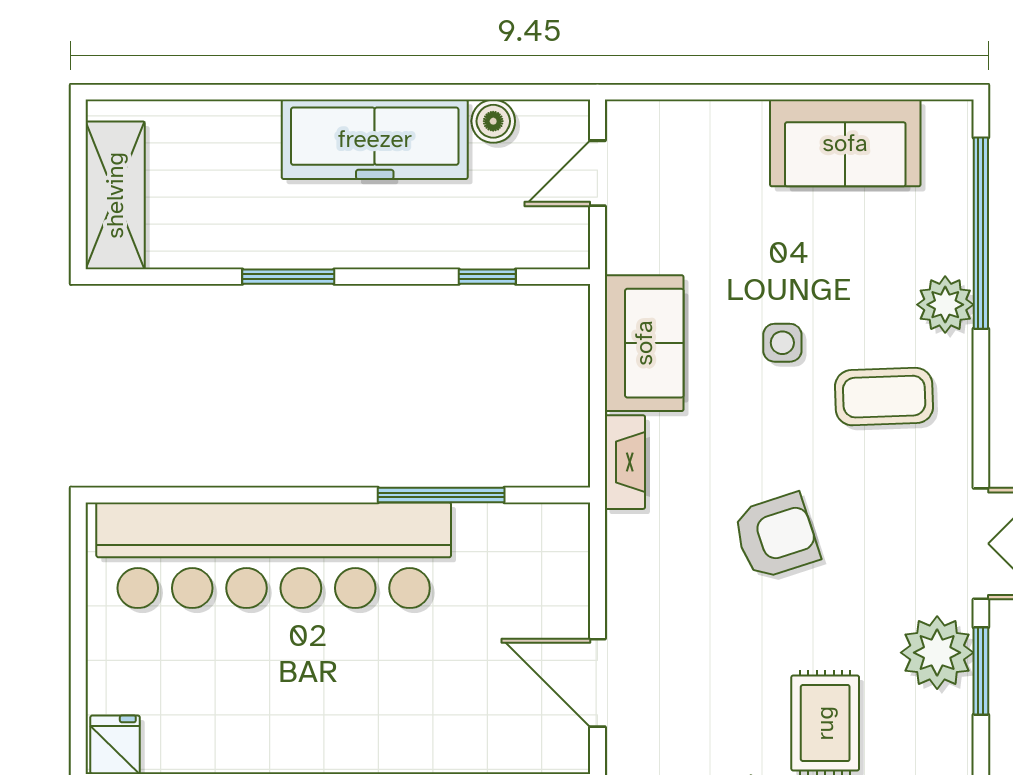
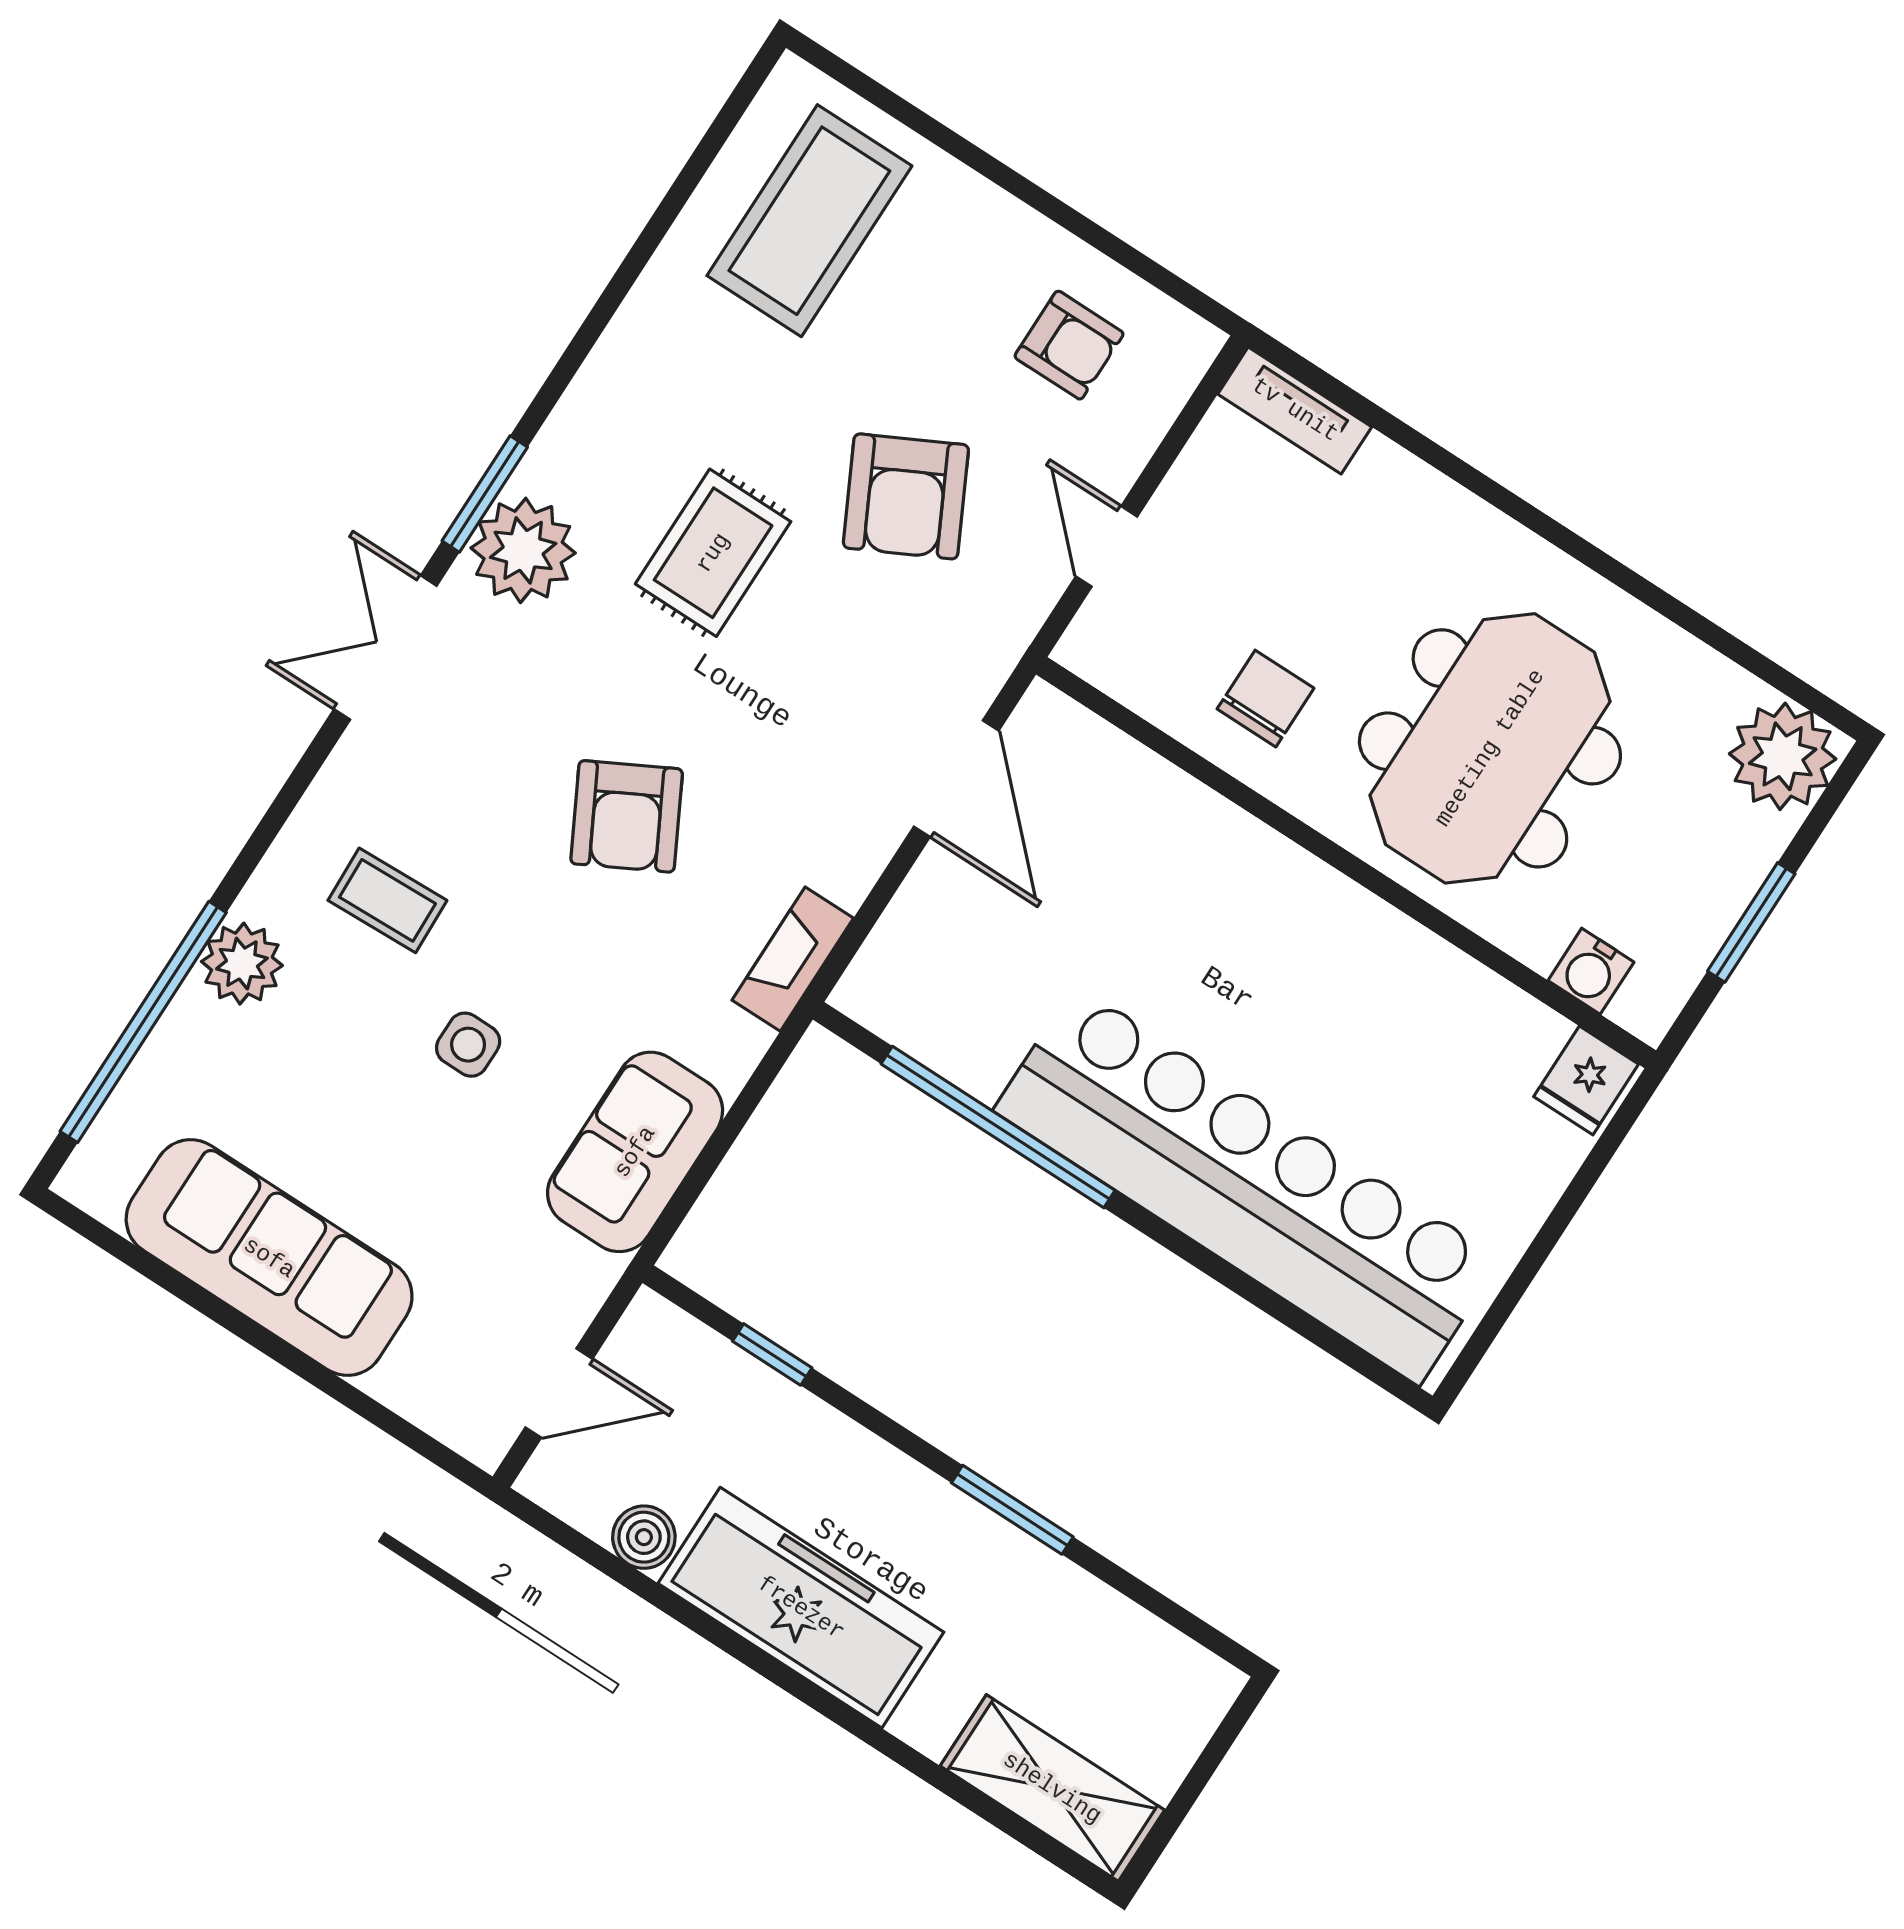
sofa: (845, 143) -> (269, 1258), width x1.36
shelving: (115, 195) -> (1052, 1788), moved, turned 90
coffee table: (884, 397) -> (387, 900), width x0.73, depth x0.77
fireplace: (625, 462) -> (793, 959), moved
window: (441, 495) -> (998, 1127), width x1.46
armchair: (776, 536) -> (627, 816), turned -100

